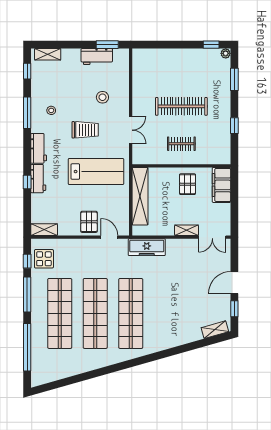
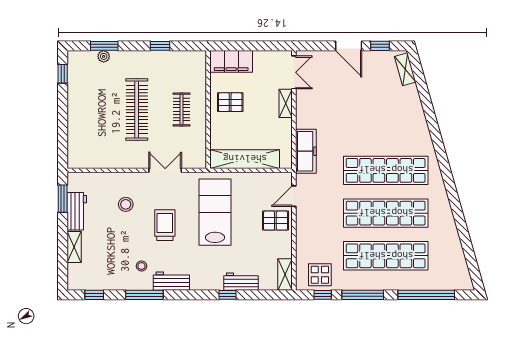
plant: (226, 53) -> (104, 56), moved
shelving: (48, 54) -> (74, 247), moved
workbench: (39, 148) -> (171, 281), moved
workbench: (38, 179) -> (241, 282), moved

